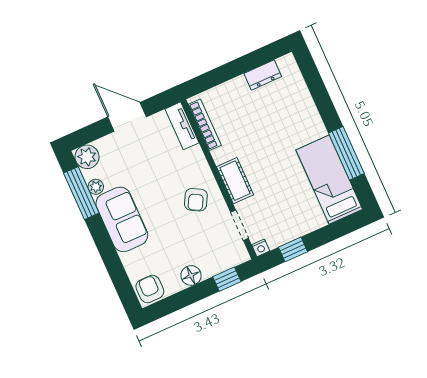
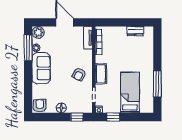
bed: (329, 180) -> (130, 93), moved

